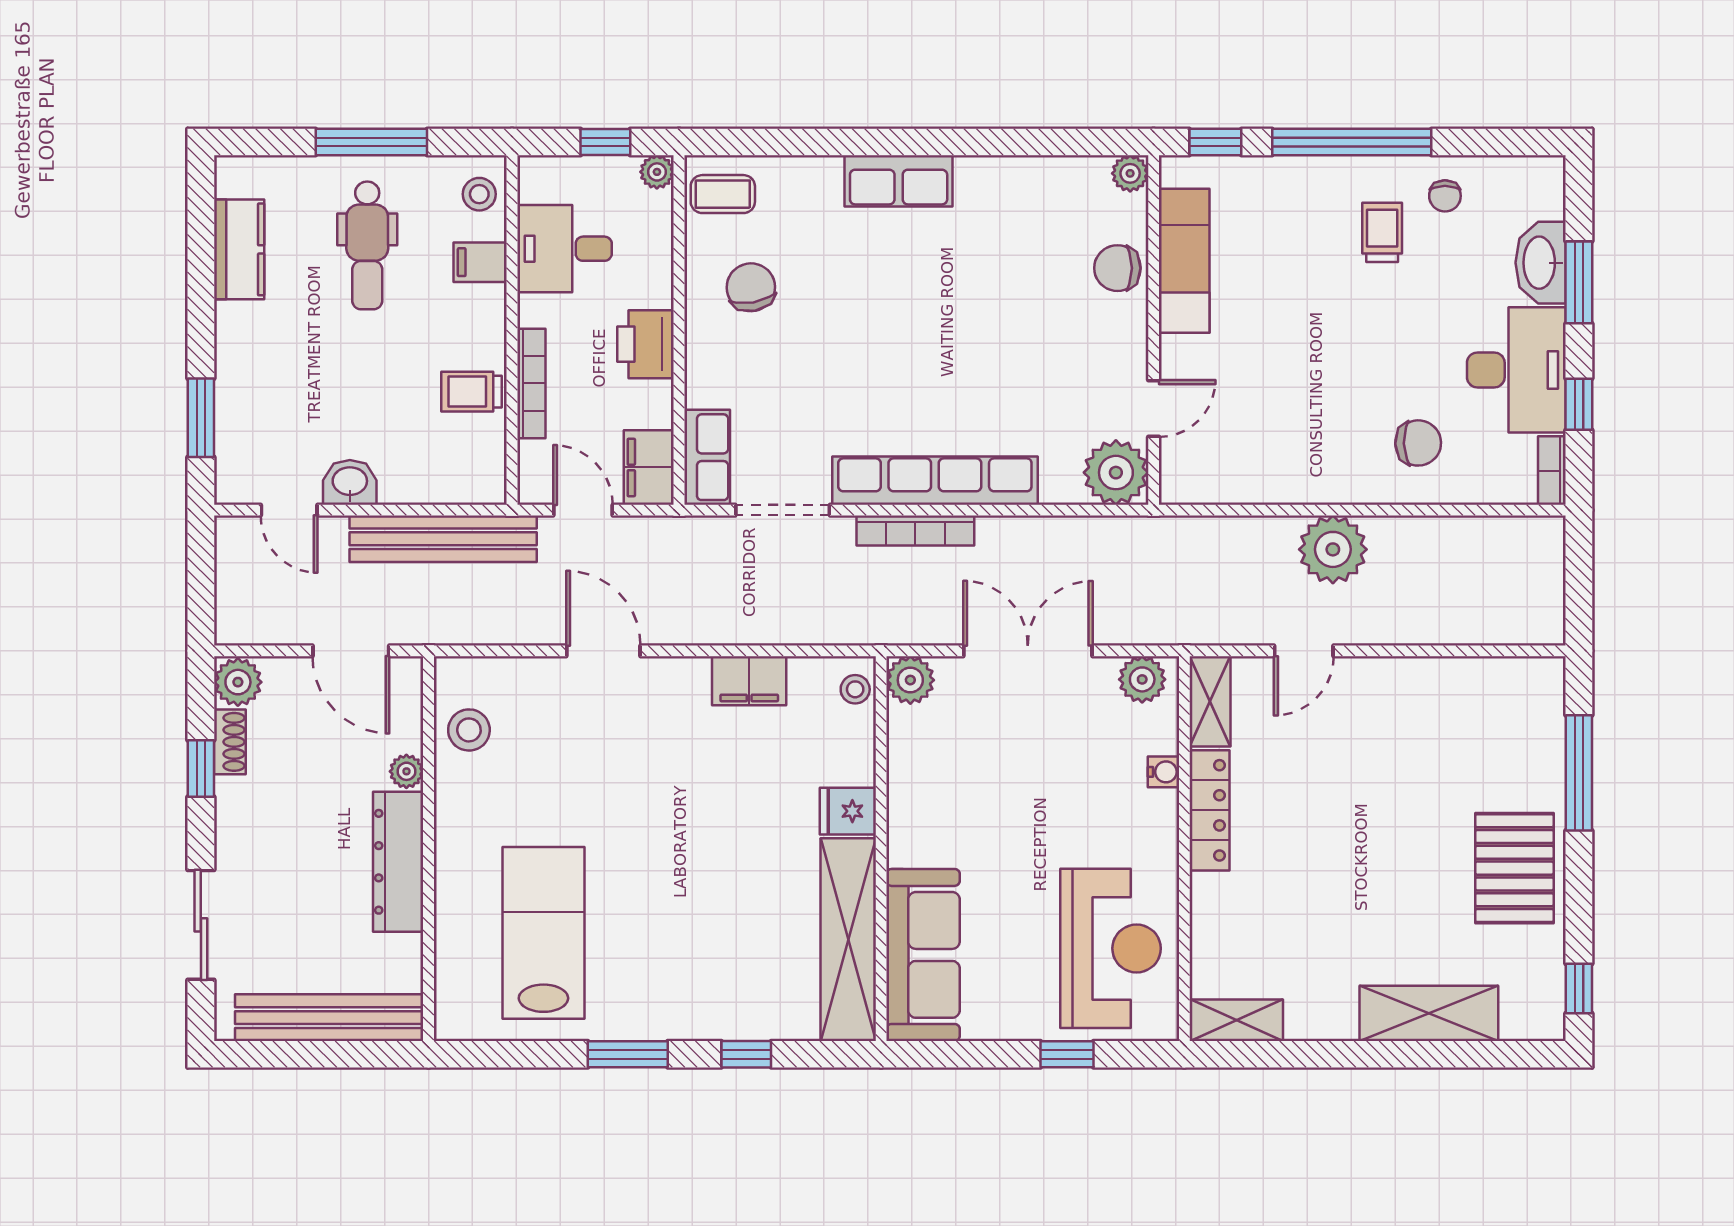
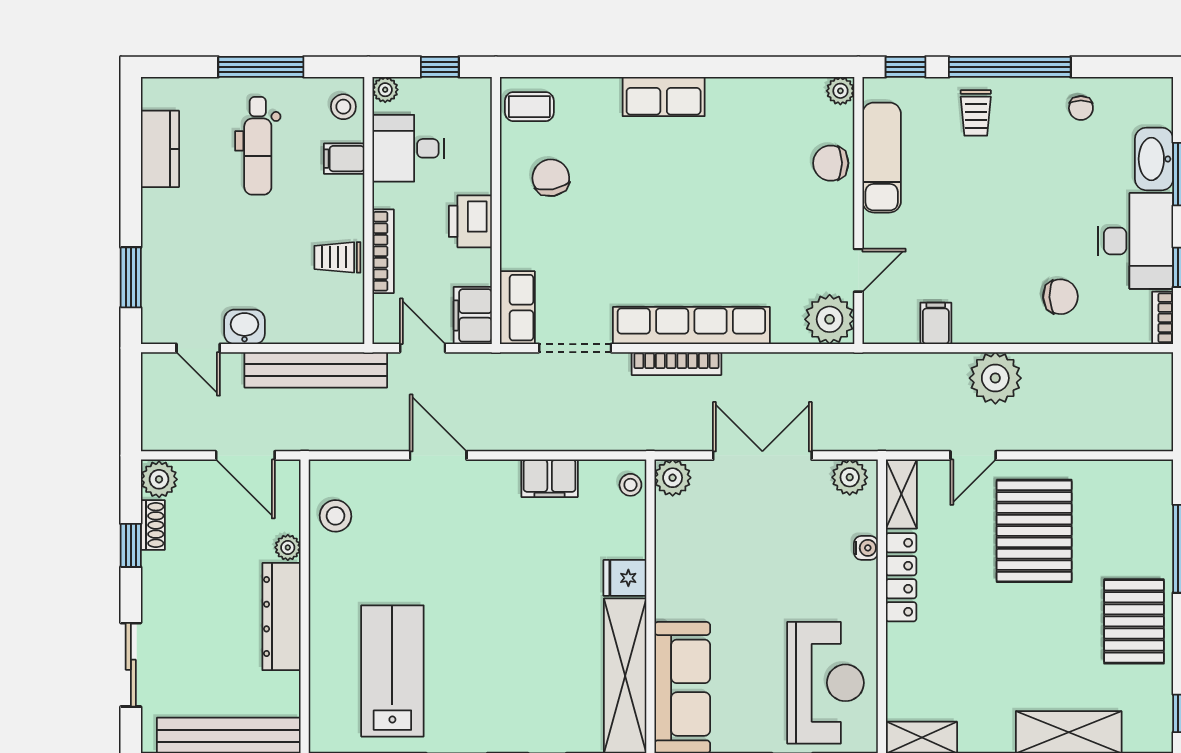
plant: (657, 172) -> (385, 90), moved
trolley: (1382, 232) -> (976, 113), moved, turned 180
filing cabinet: (1255, 478) -> (936, 323), added
pallet: (1384, 750) -> (1034, 531), added

